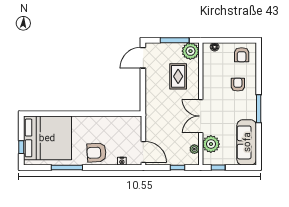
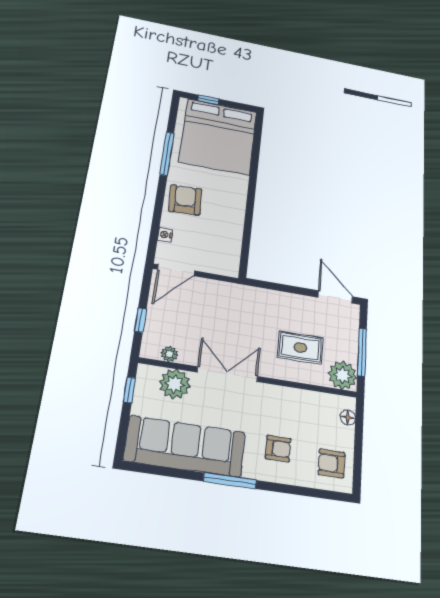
sofa: (247, 142) -> (185, 446), width x1.36, depth x1.27

